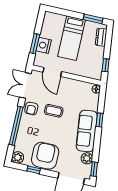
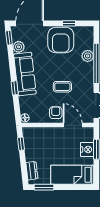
bed: (71, 38) -> (72, 175), moved, turned -90
armchair: (31, 108) -> (56, 113), moved
plant: (18, 157) -> (88, 56), moved

